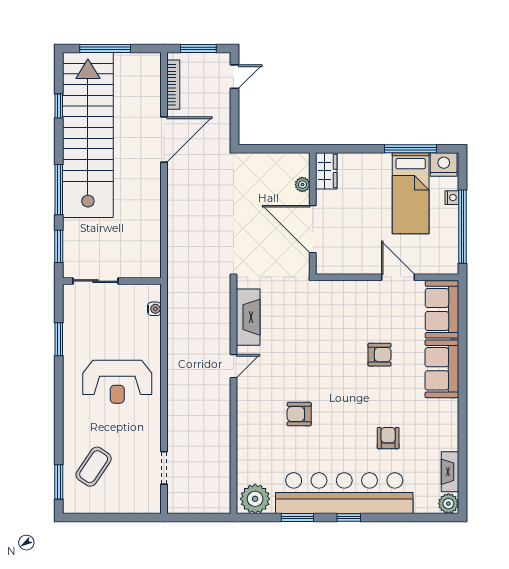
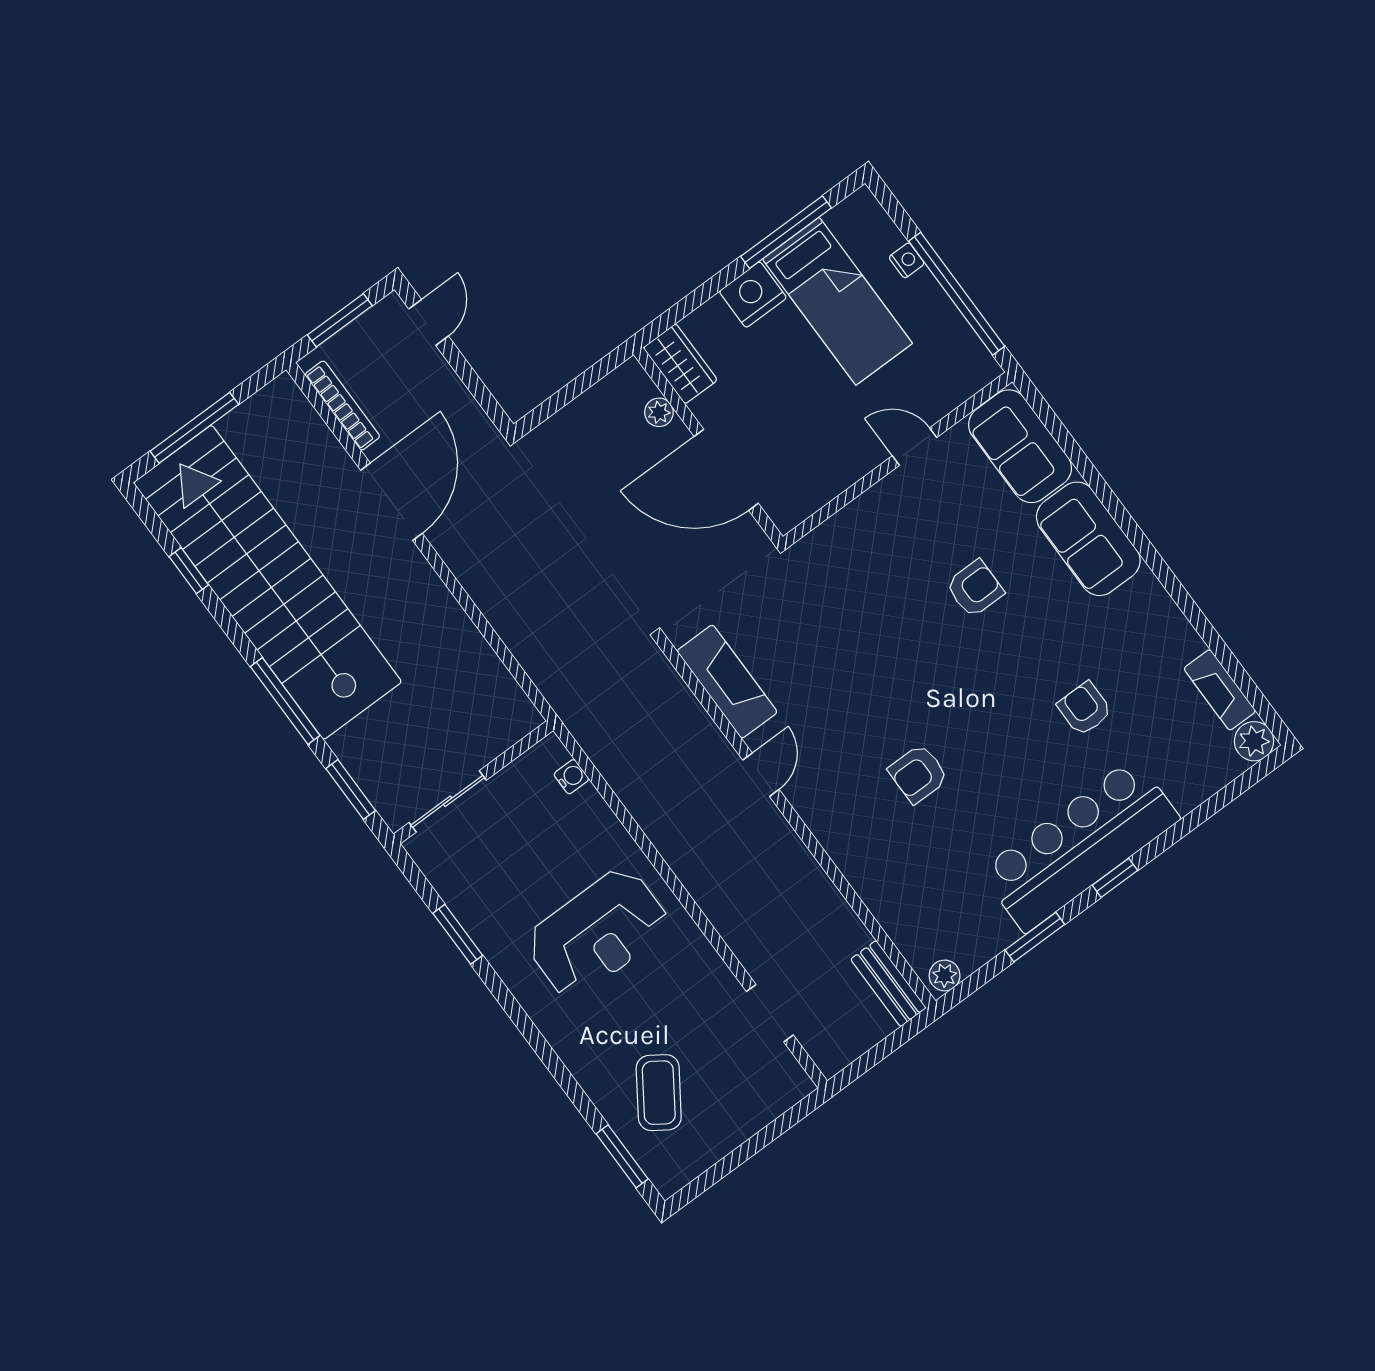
nightstand: (444, 165) -> (753, 295), moved
door: (398, 277) -> (914, 447), width x0.73
bench: (222, 492) -> (888, 984), added
bar counter: (344, 493) -> (1080, 845), width x0.73
plant: (255, 499) -> (945, 975), width x0.53, depth x0.53

